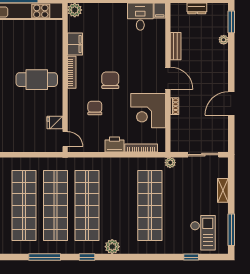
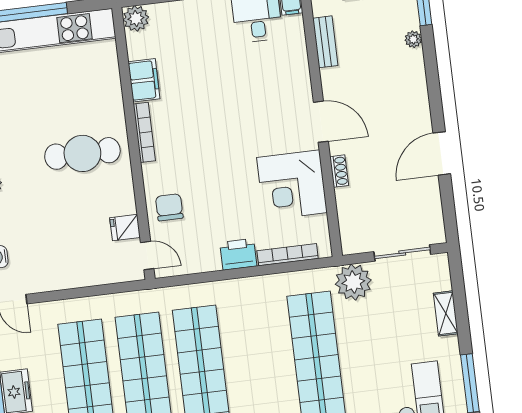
bench: (176, 46) -> (325, 42), moved
chair: (110, 80) -> (216, 138), removed
chair: (95, 108) -> (169, 207), moved
plant: (170, 163) -> (353, 282), width x1.87, depth x1.87

